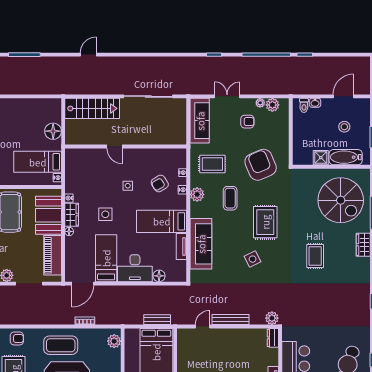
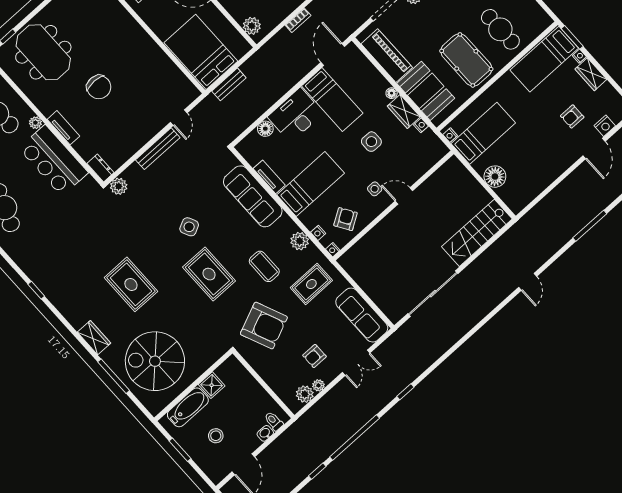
door: (115, 146) -> (404, 196), moved
wall: (126, 146) -> (393, 206), moved
rug: (315, 256) -> (131, 284), width x1.36, depth x1.43

